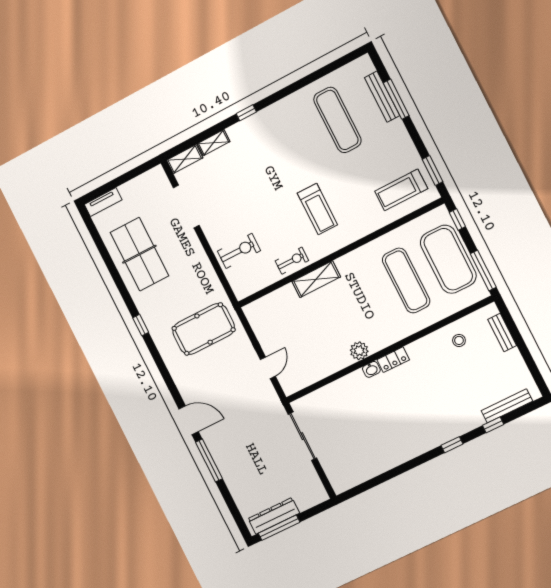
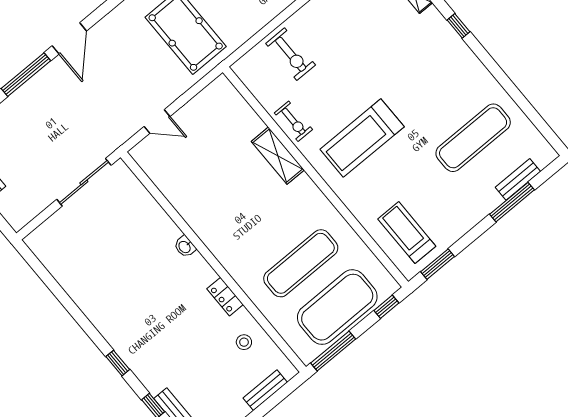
bench: (382, 97) -> (518, 179), width x0.73
treadmill: (317, 209) -> (362, 138), width x1.37, depth x1.38
plant: (359, 351) -> (204, 227), removed
locker: (393, 360) -> (225, 297), moved

